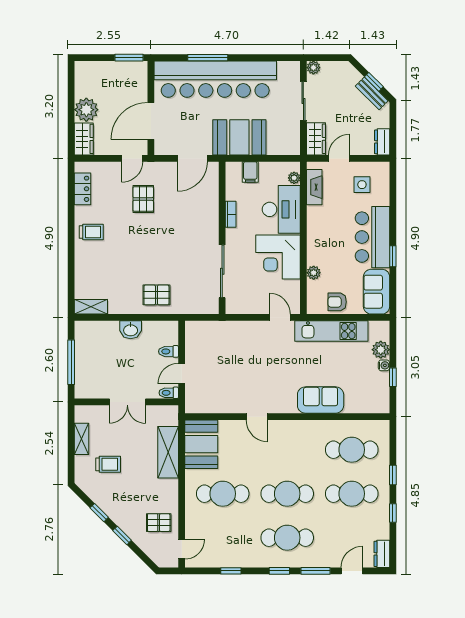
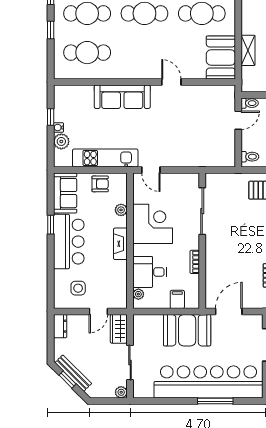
bench: (372, 93) -> (73, 373), width x1.36
fireplace: (314, 187) -> (120, 244), moved
desk: (281, 209) -> (150, 272), width x0.73
toilet: (169, 351) -> (250, 157), moved
sofa: (321, 400) -> (122, 97), width x1.36
shelving: (168, 452) -> (248, 50), width x0.67, depth x0.75

